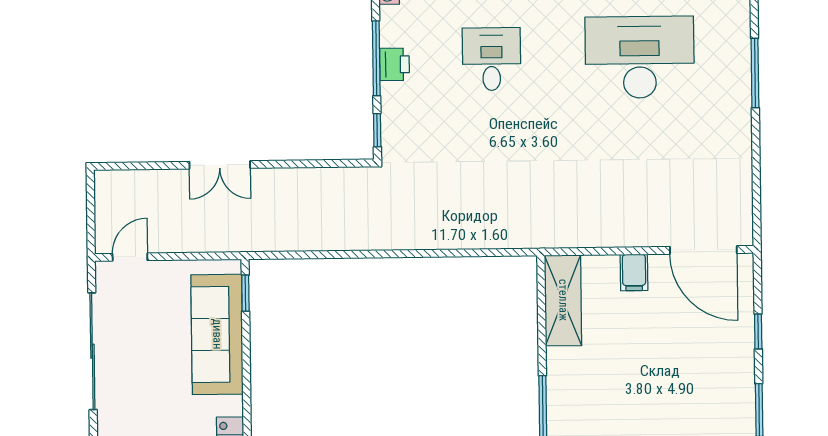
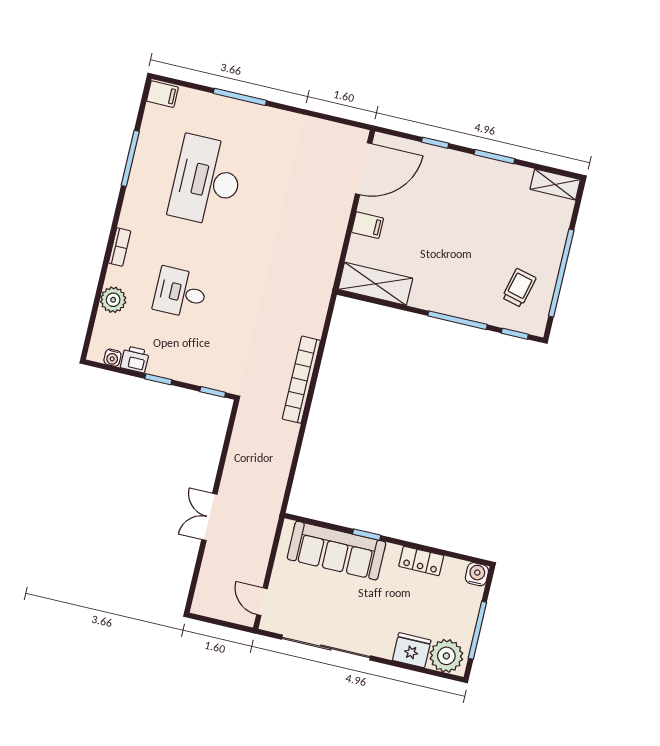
window: (376, 58) -> (158, 379), width x0.46
printer: (394, 64) -> (135, 359), moved
double door: (220, 165) -> (209, 517), swing flipped
bookcase: (420, 238) -> (301, 380), added
window: (245, 293) -> (367, 535), moved

